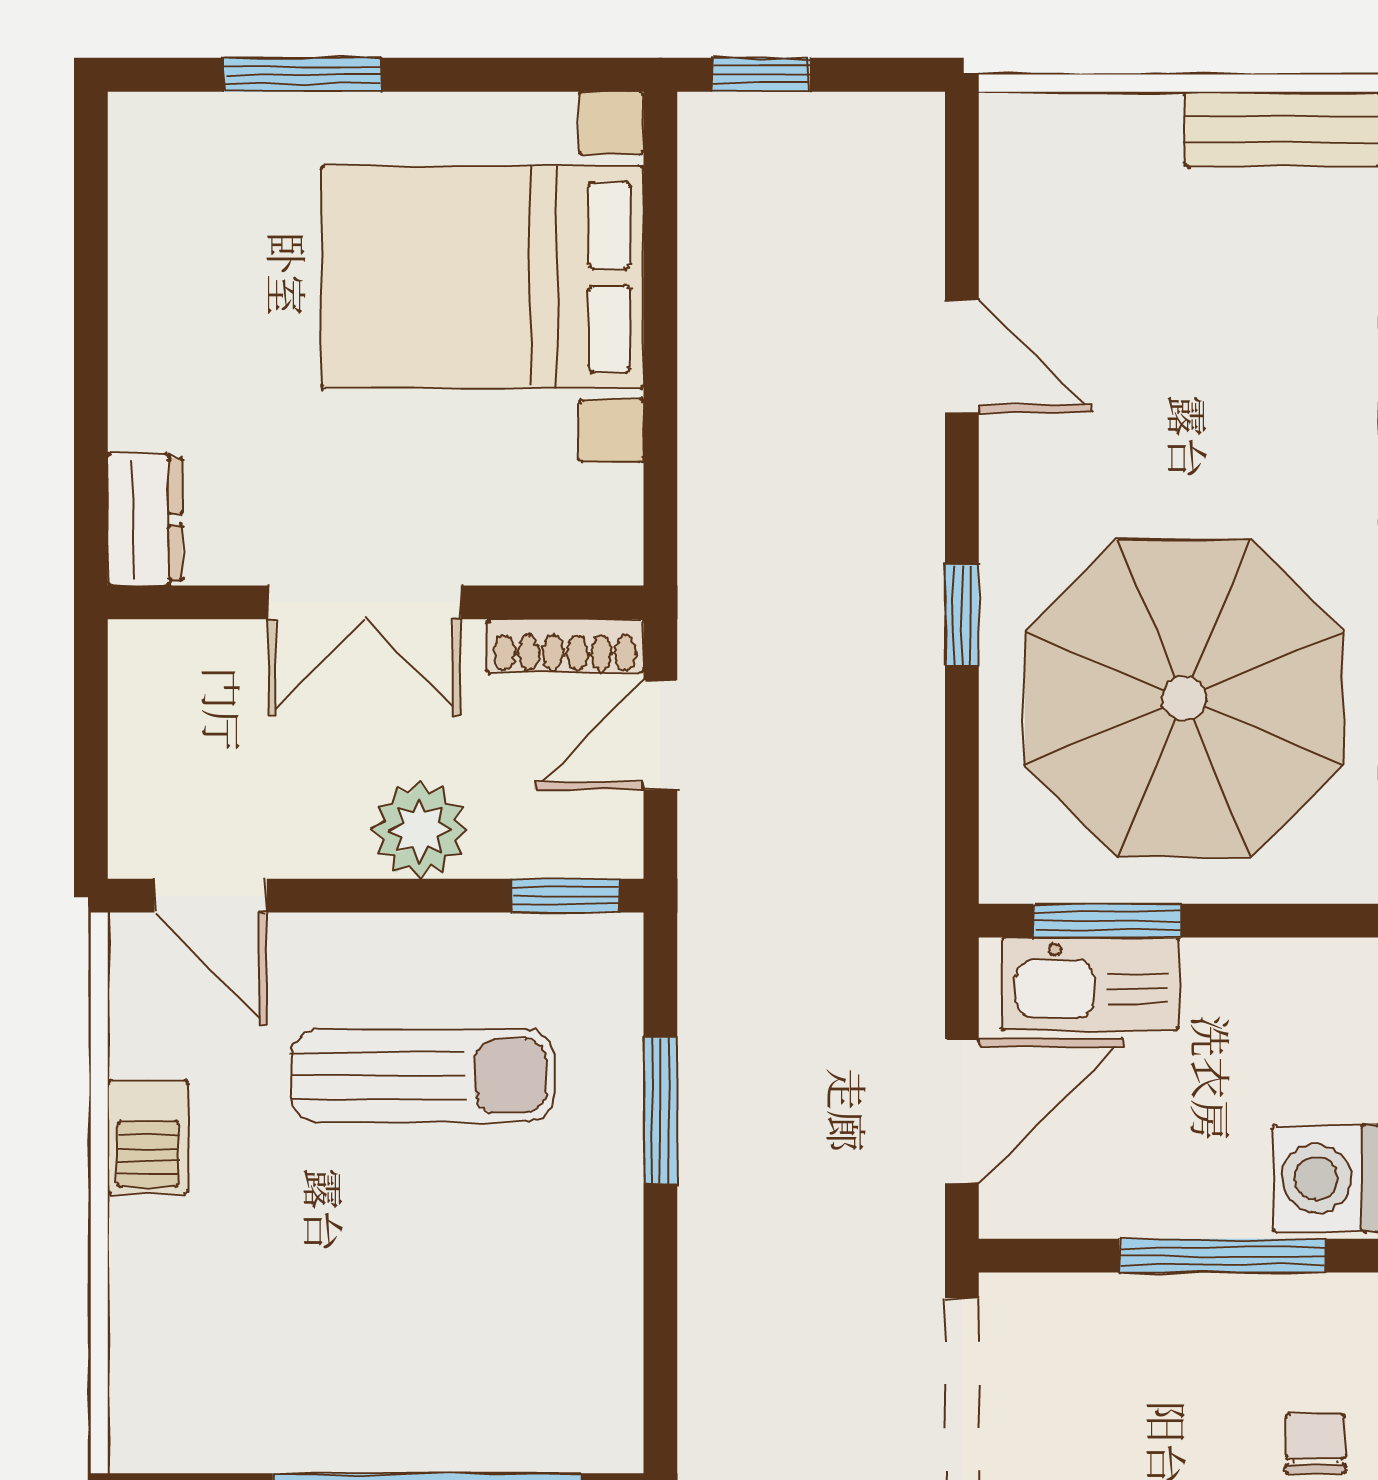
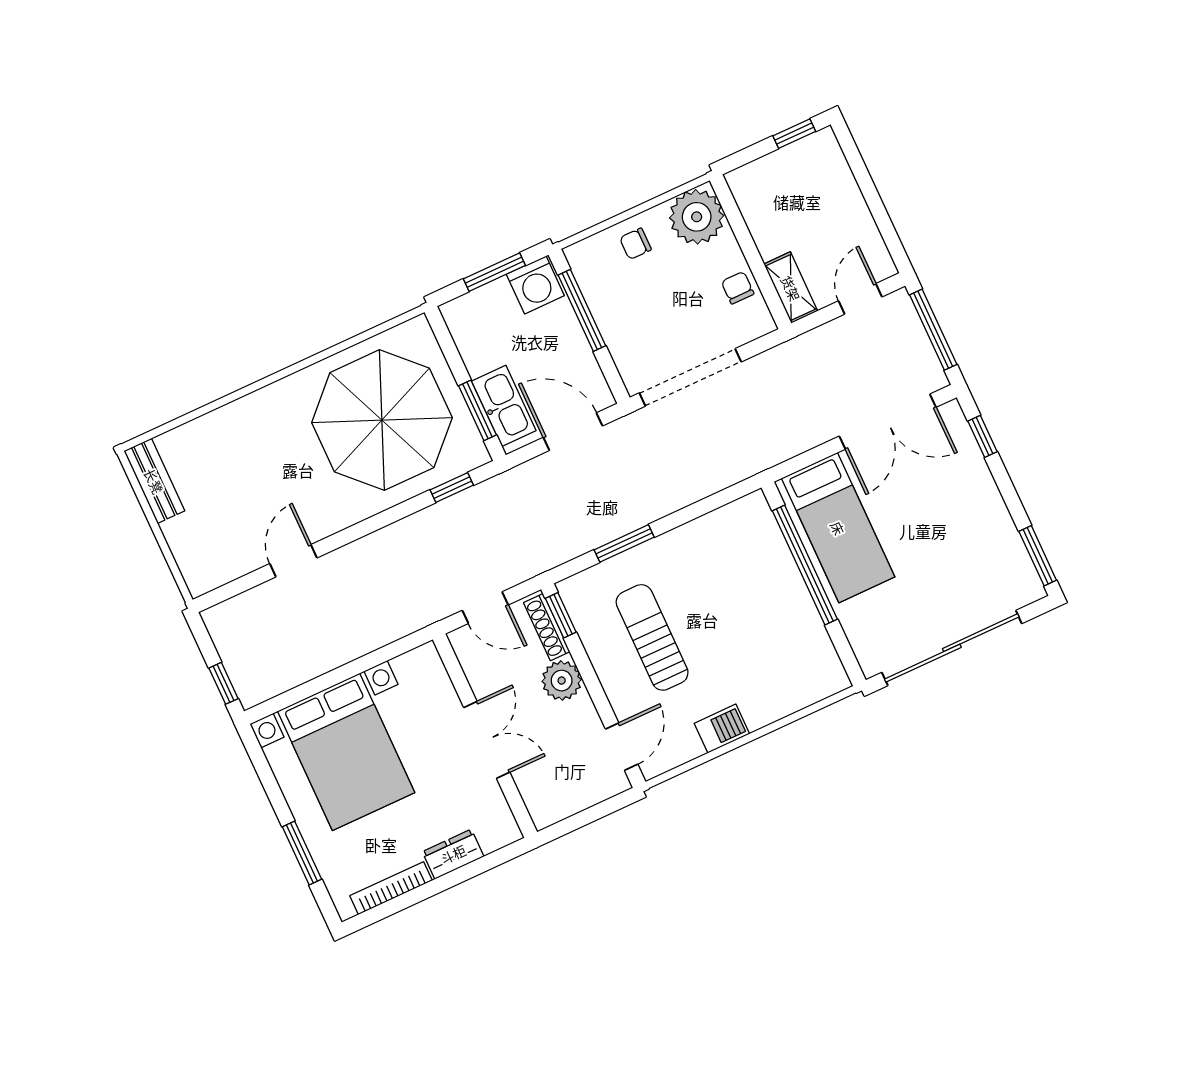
bookcase: (133, 237) -> (391, 888), added
dresser: (145, 519) -> (453, 854), moved
window: (962, 615) -> (452, 488), moved
shoe rack: (565, 646) -> (547, 627), moved, turned 180

